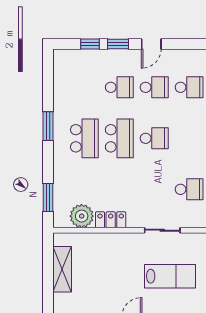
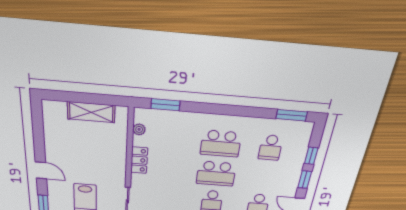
school desk: (119, 87) -> (270, 148), moved
window: (48, 126) -> (292, 115), moved
plant: (82, 216) -> (139, 129), width x0.53, depth x0.53

